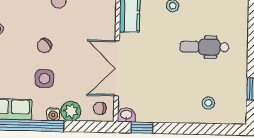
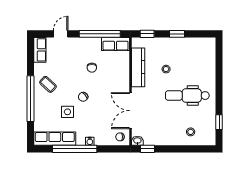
dental chair: (205, 47) -> (187, 96), width x1.36, depth x1.38
side table: (44, 79) -> (67, 112), moved
plant: (71, 111) -> (101, 139), removed

